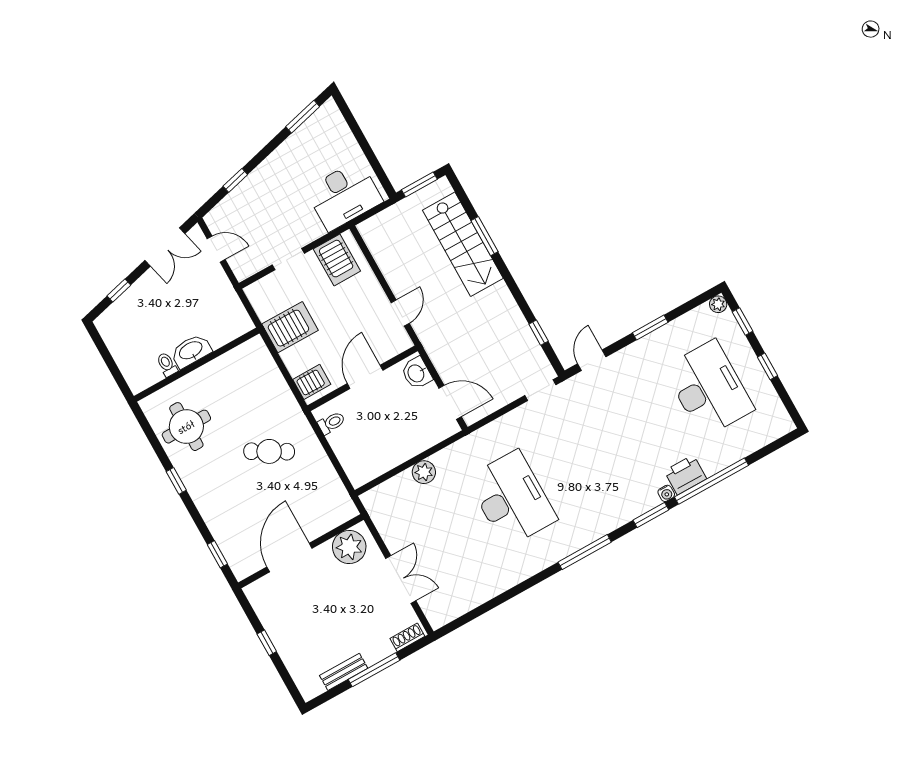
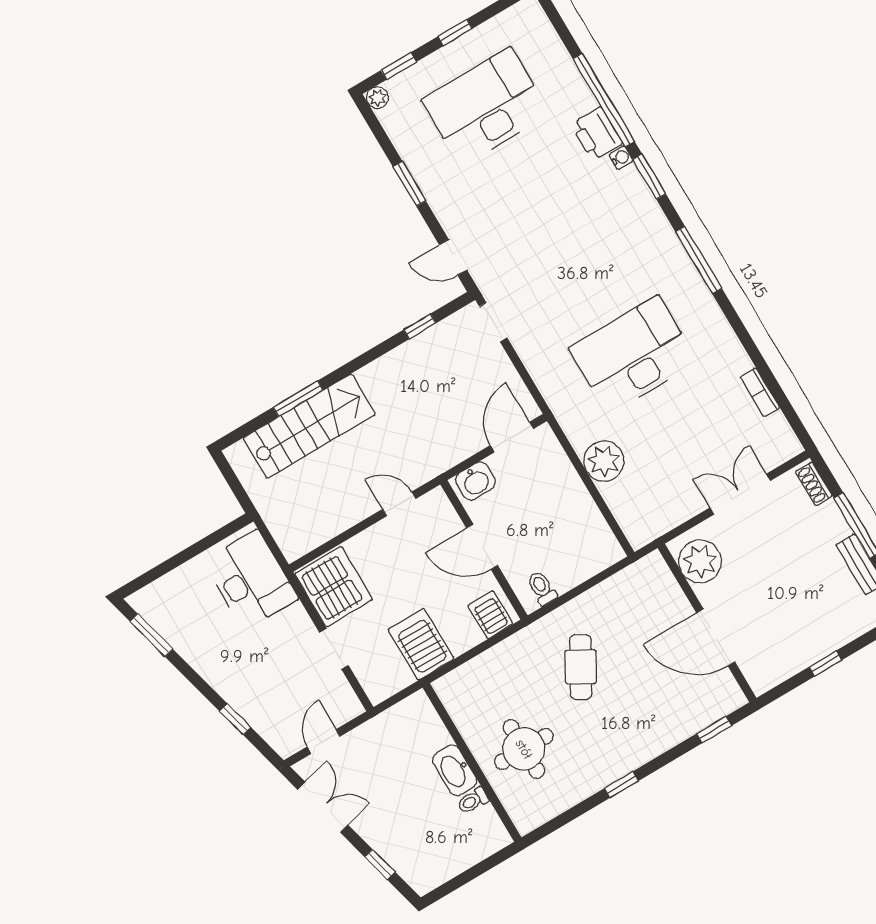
window: (419, 185) -> (234, 484), removed
server rack: (337, 260) -> (334, 587), width x1.60
round table: (186, 427) -> (524, 749), moved
plant: (424, 472) -> (604, 461), width x1.36, depth x1.36
bookcase: (480, 597) -> (760, 392), added

